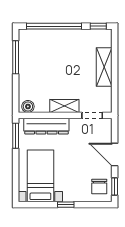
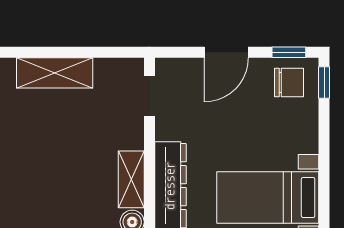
shelving: (64, 106) -> (131, 179), moved
window: (66, 205) -> (324, 83), moved

